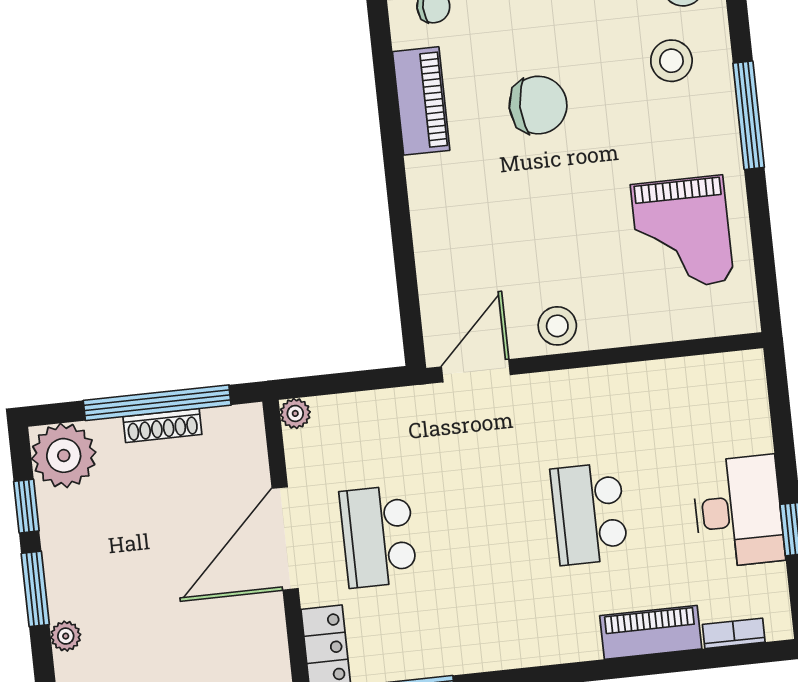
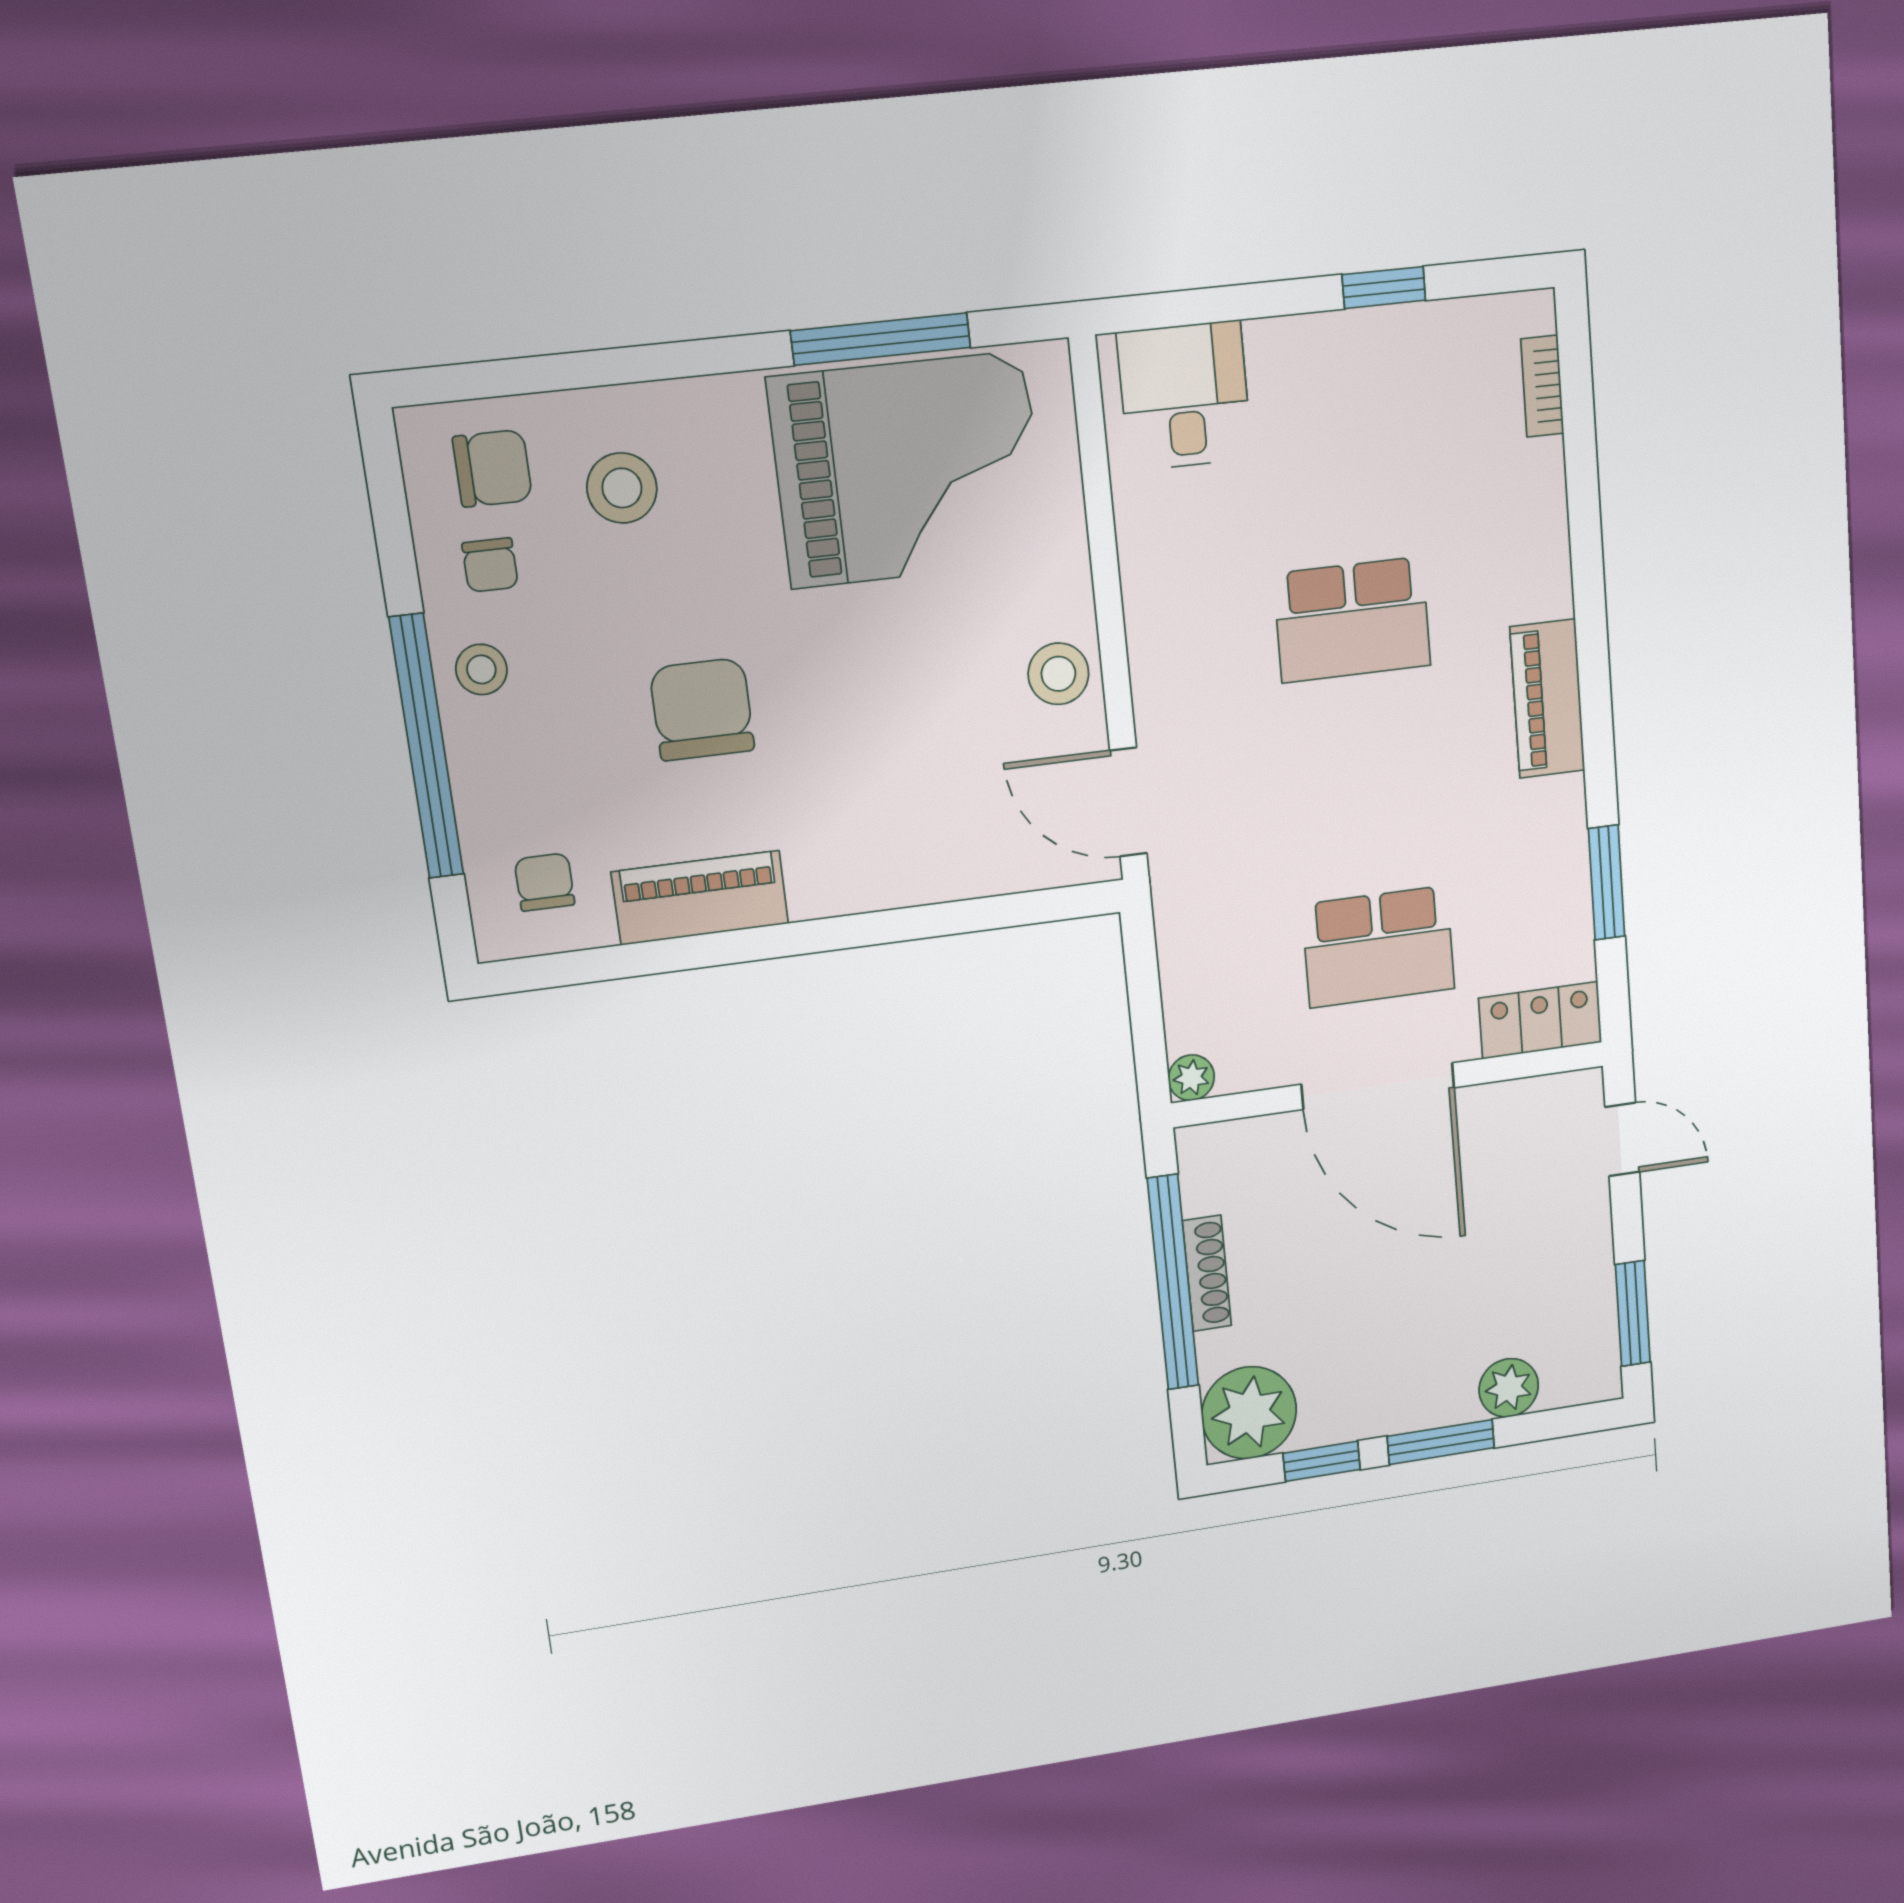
window: (749, 115) -> (881, 339), moved
grand piano: (682, 233) -> (908, 470), width x1.37, depth x1.48
desk: (738, 511) -> (1185, 396), moved, width x0.73
piano: (651, 632) -> (1547, 699), moved
plant: (66, 636) -> (1509, 1388), width x1.38, depth x1.38

